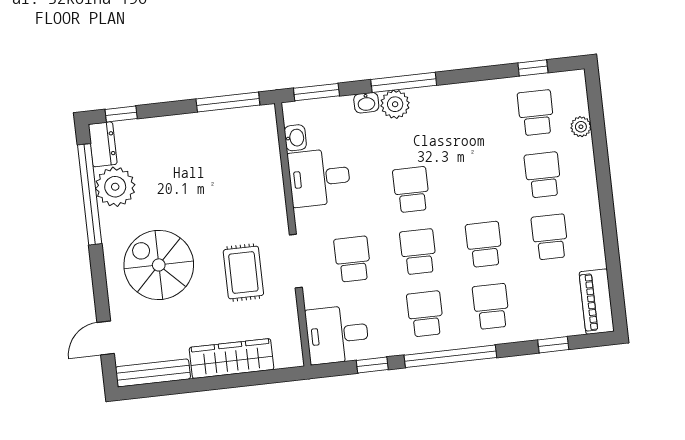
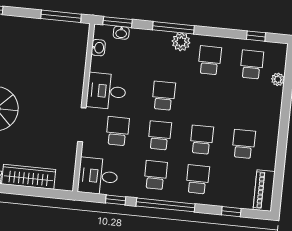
washbasin: (366, 103) -> (121, 33), moved
plant: (395, 104) -> (181, 42), moved
school desk: (543, 175) -> (210, 60), moved
desk: (319, 178) -> (106, 91), moved
rug: (243, 273) -> (48, 125), removed

